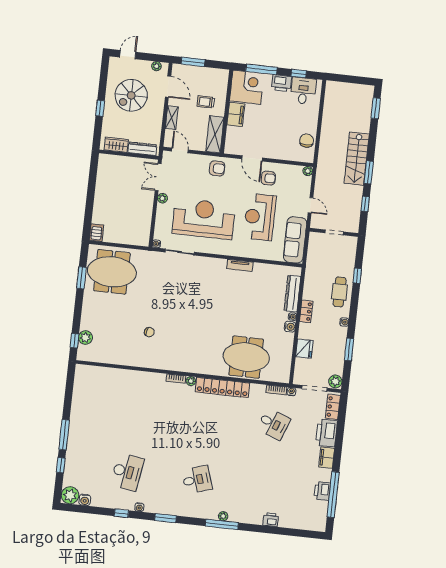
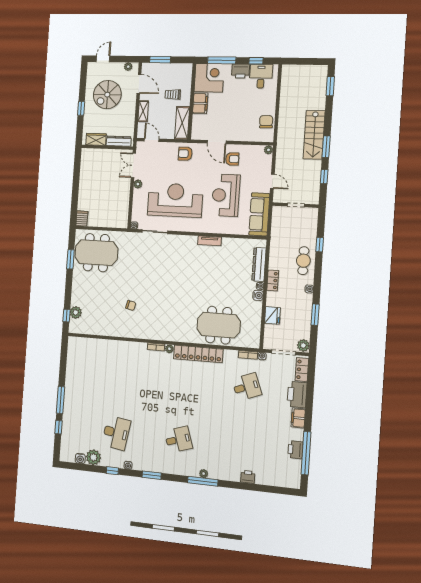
armchair: (217, 168) -> (185, 154), turned 180
desk: (274, 424) -> (247, 387), turned -42
plant: (70, 495) -> (93, 457), moved

